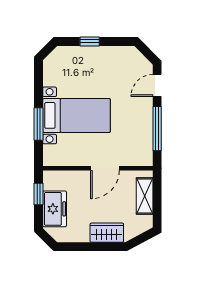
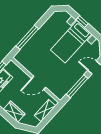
bed with nightstands: (77, 115) -> (71, 42), moved, turned 90
window: (38, 124) -> (27, 37), width x1.44

